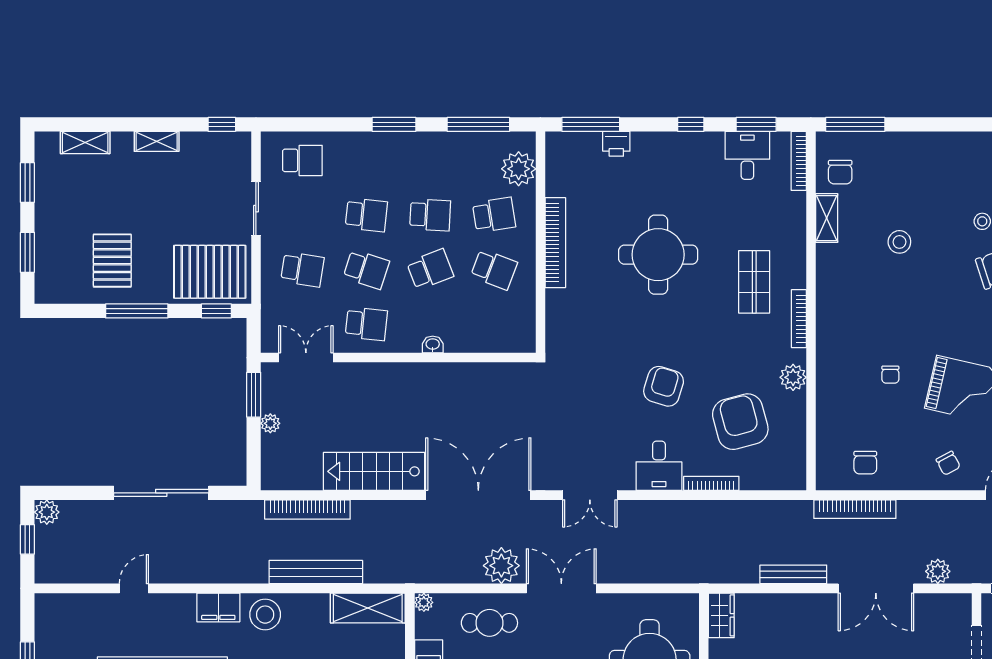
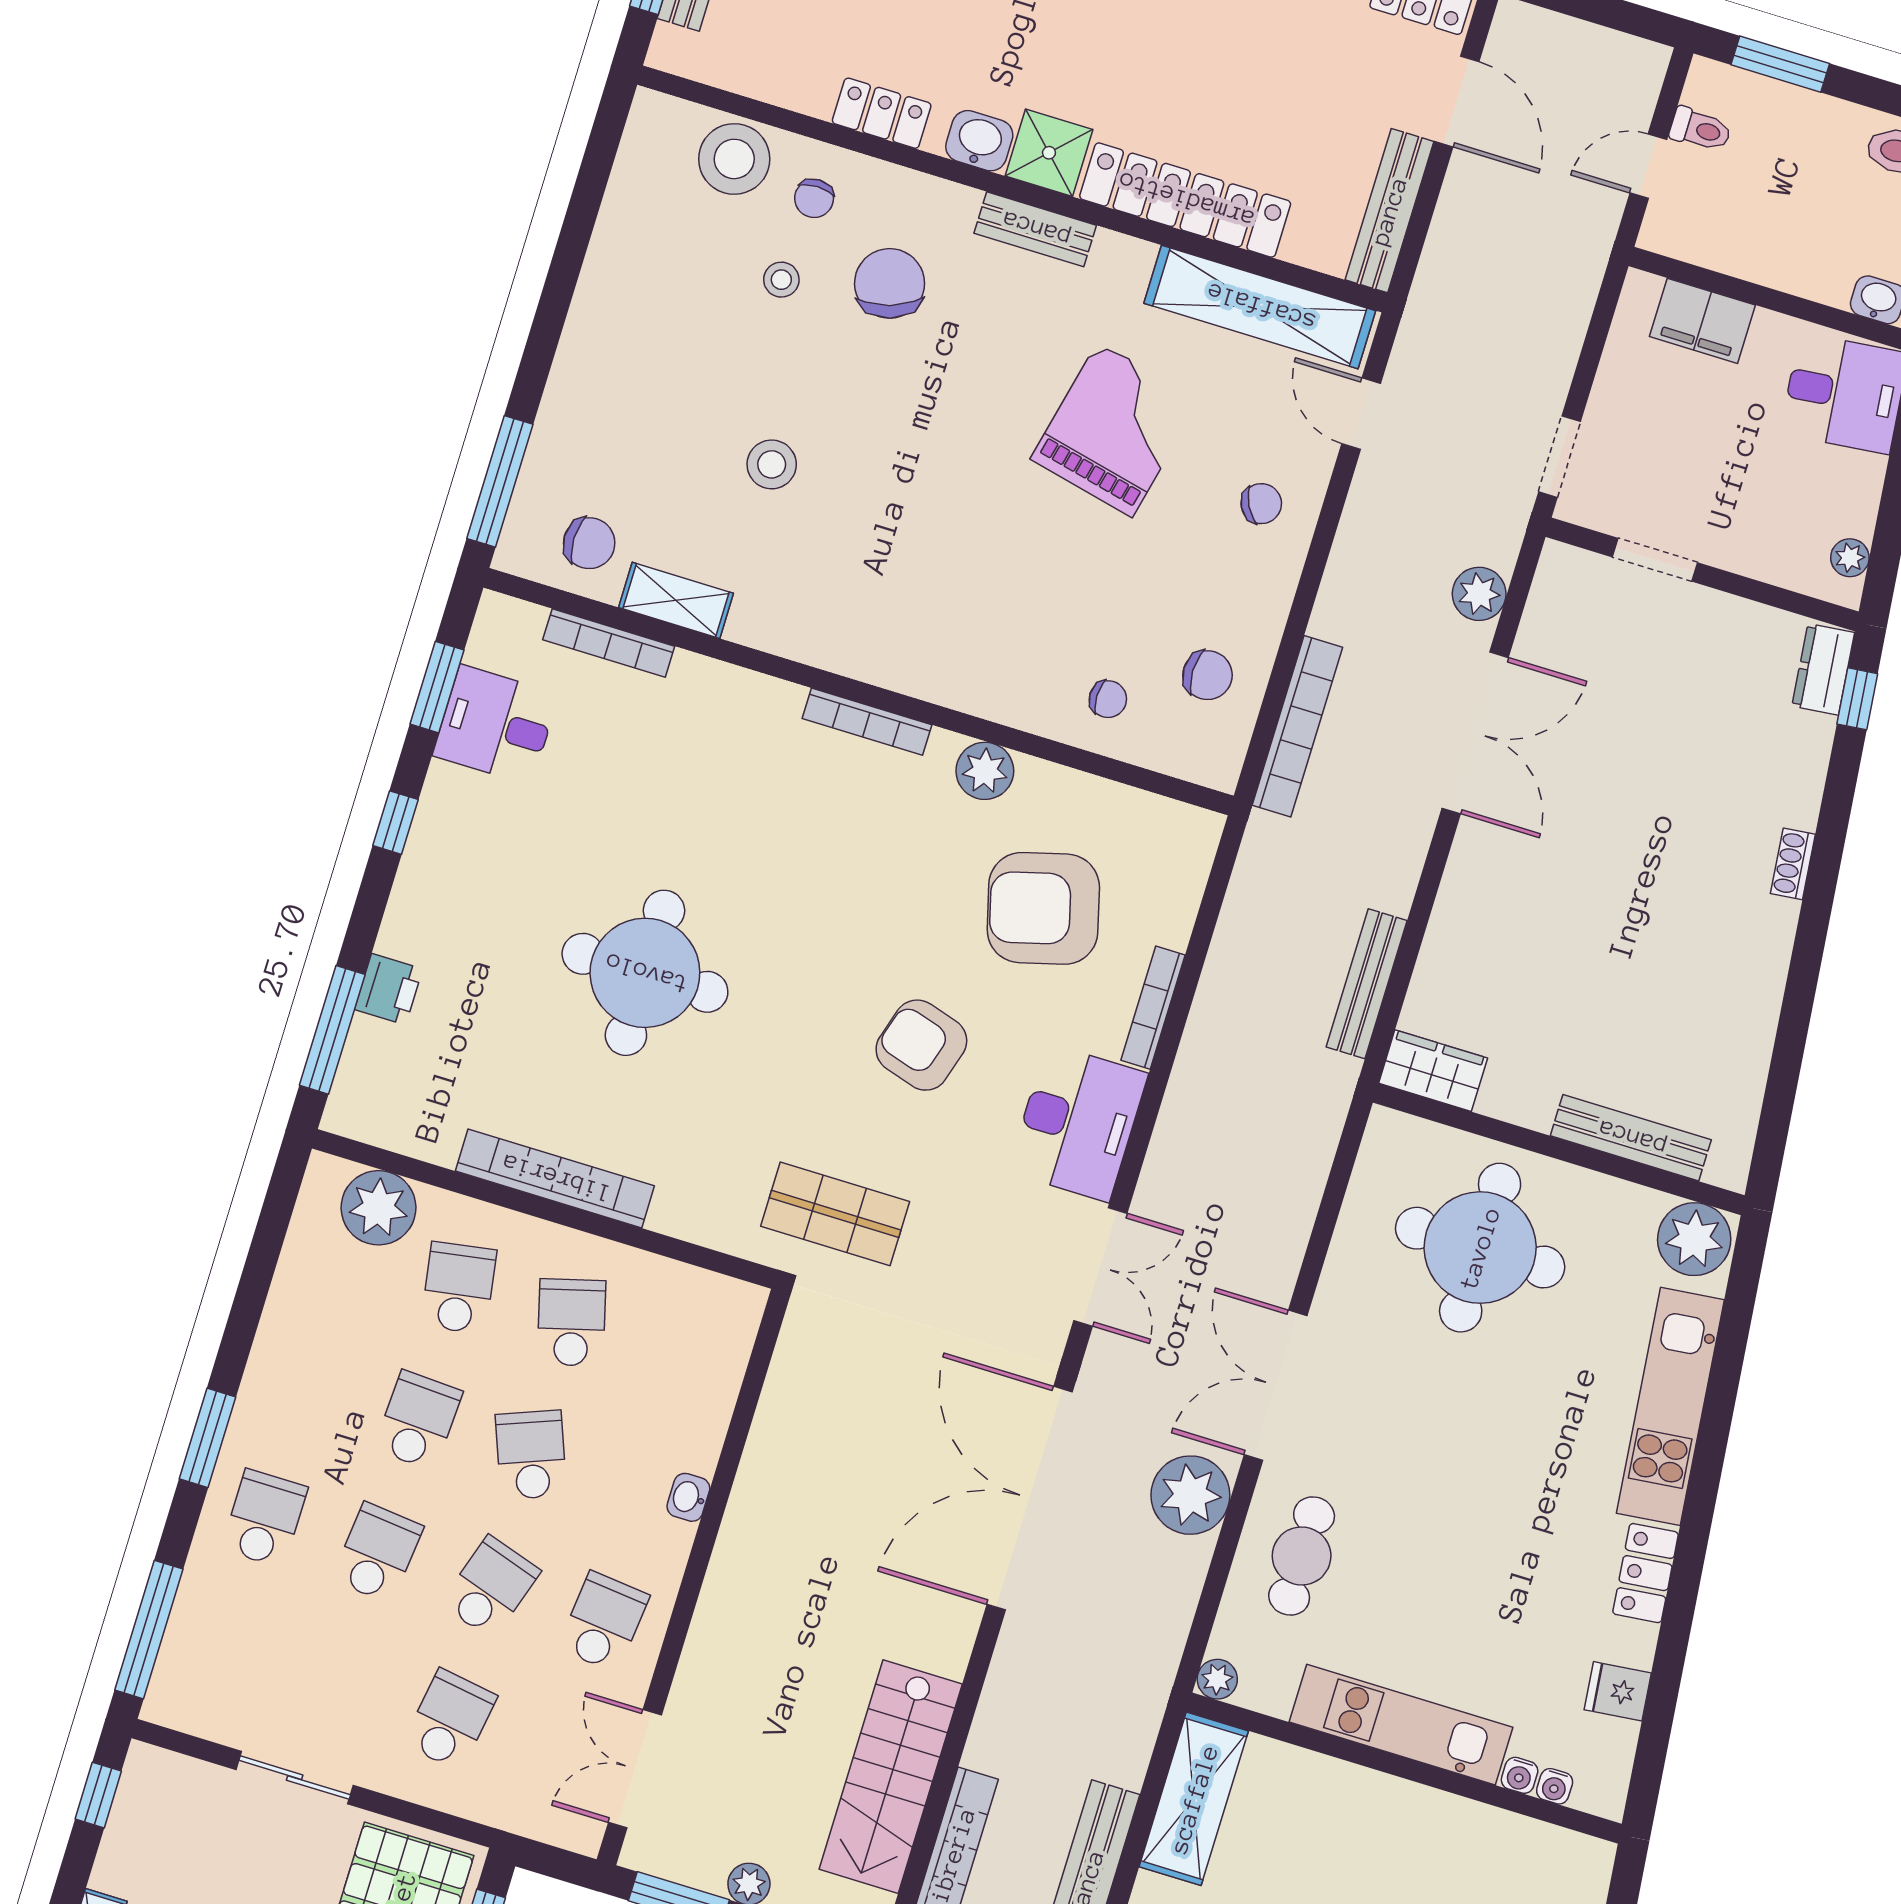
window: (478, 124) -> (149, 1630), moved
school desk: (302, 160) -> (265, 1518), moved
bookcase: (799, 161) -> (609, 643), moved
school desk: (494, 269) -> (571, 1322), turned -36
shop shelf: (754, 282) -> (835, 1214), moved
chair: (890, 375) -> (1108, 699), moved
desk: (659, 466) -> (1078, 1123), width x1.37
stairs: (374, 471) -> (891, 1777), moved
bench: (793, 574) -> (1367, 984), moved

